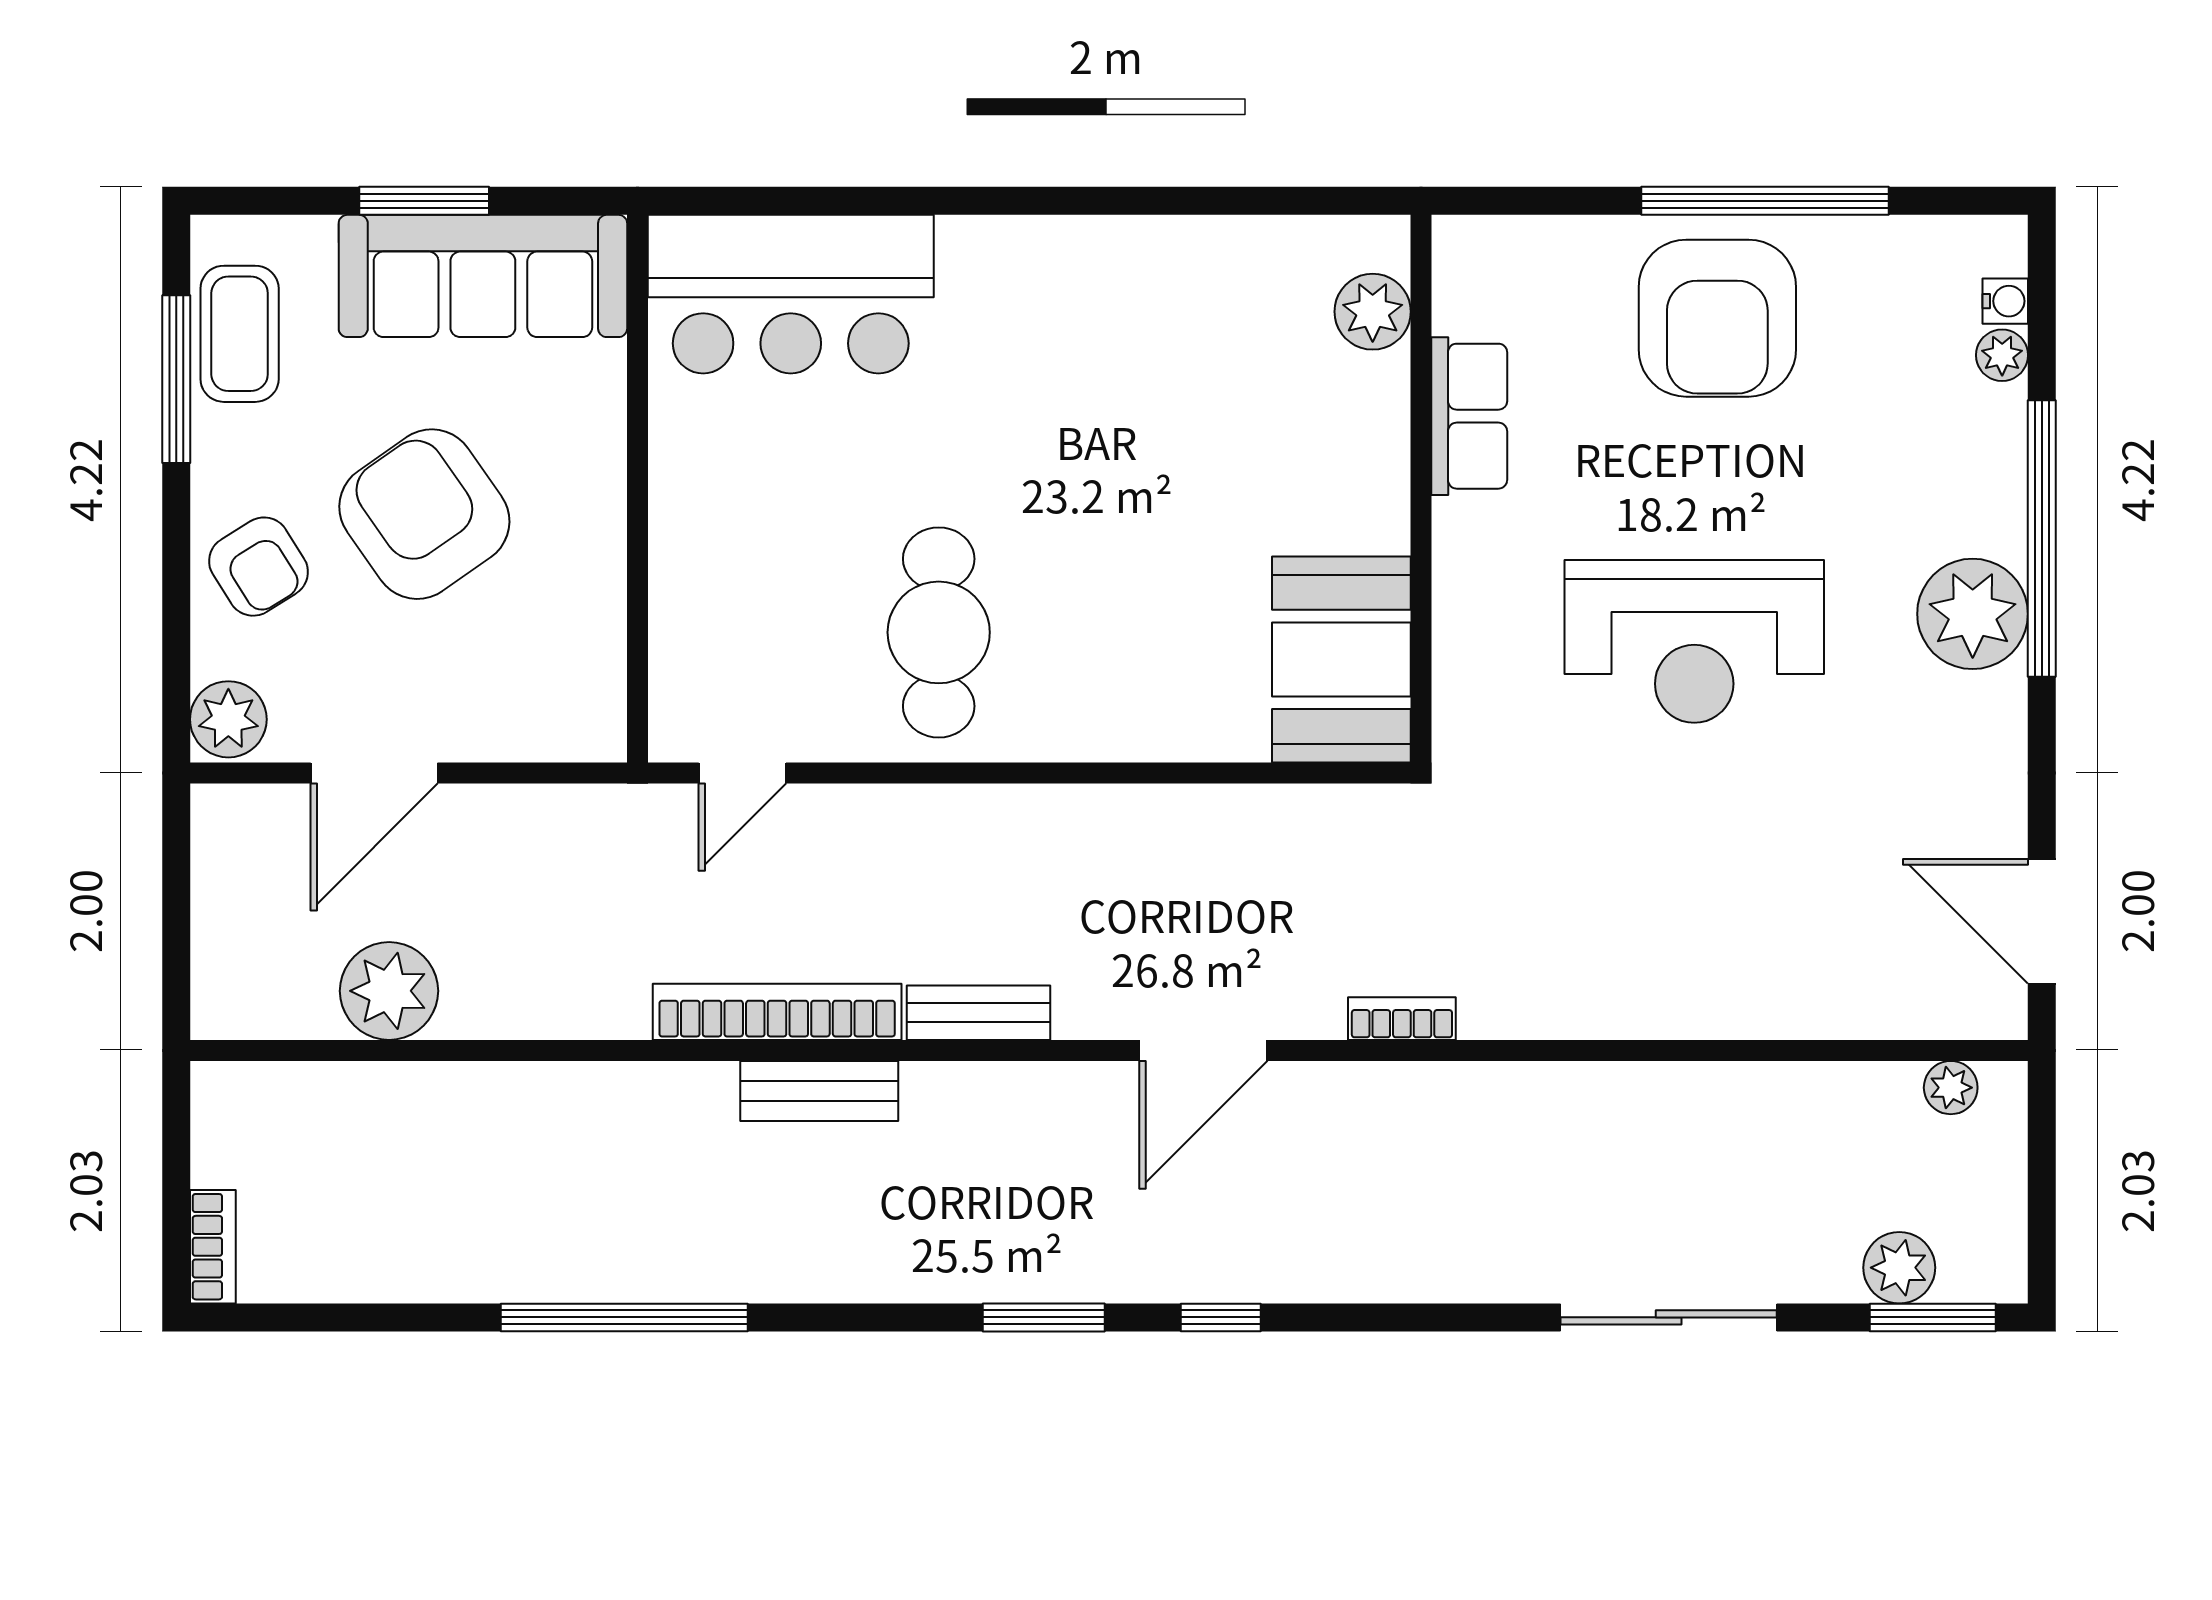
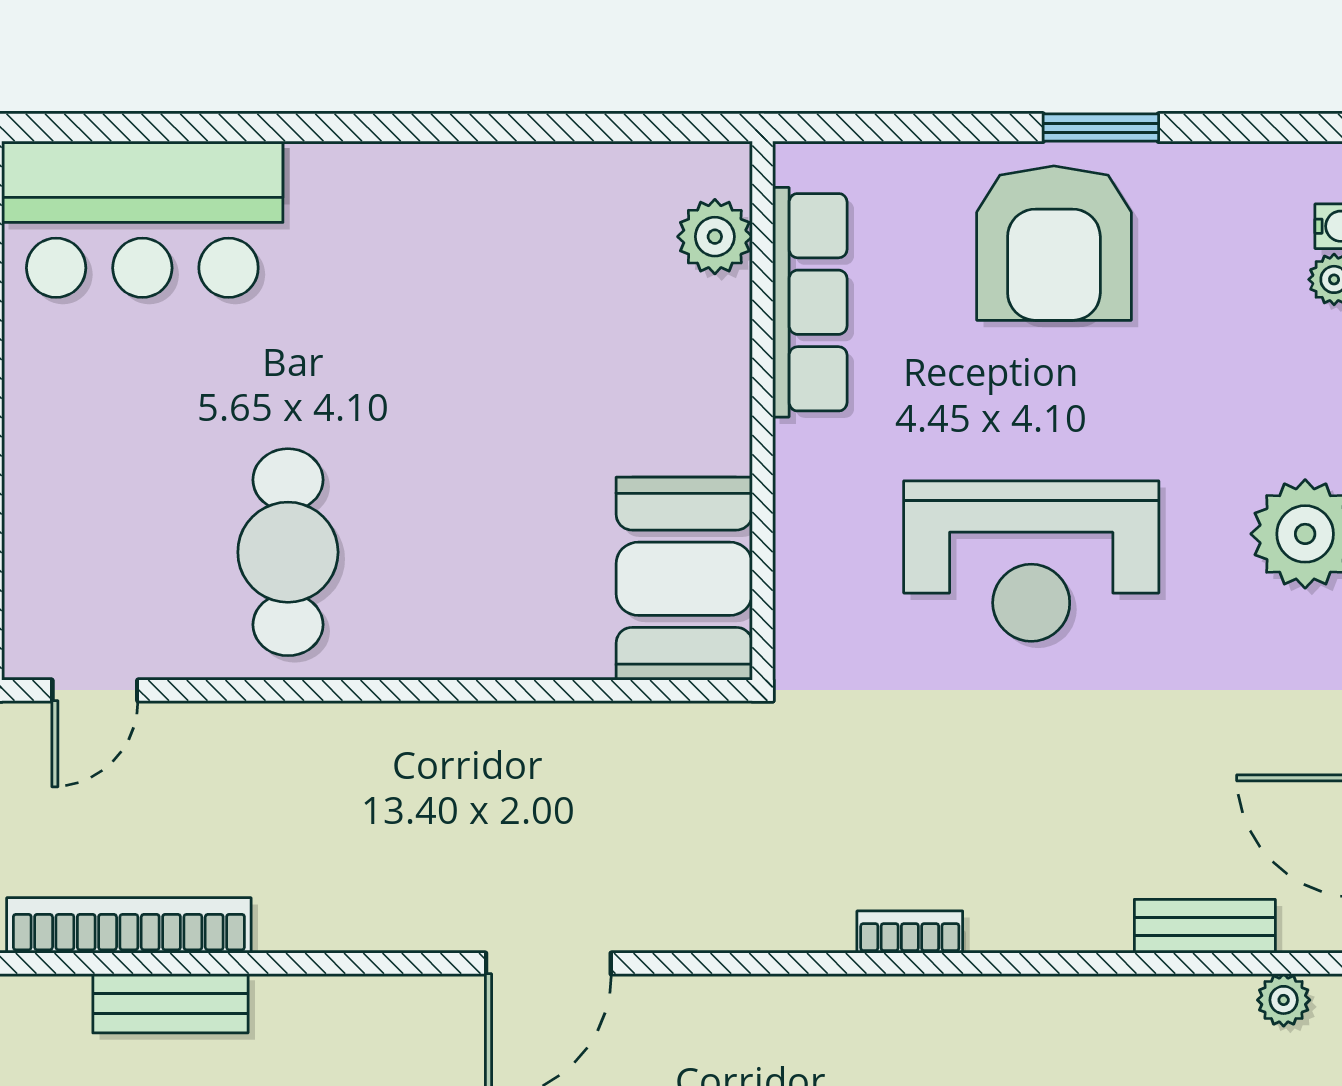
window: (1765, 201) -> (1101, 128), width x0.47
row of seats: (1469, 416) -> (810, 302), width x1.48
bench: (979, 1013) -> (1205, 926), moved
bookcase: (1402, 1019) -> (910, 932), moved

